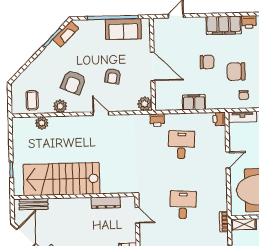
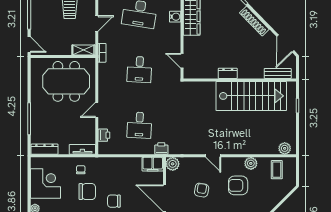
armchair: (73, 82) -> (238, 185), turned -112
filing cabinet: (194, 102) -> (153, 164), moved
printer: (219, 119) -> (104, 135), moved
plant: (42, 123) -> (285, 148), moved
dresser: (106, 202) -> (228, 73), moved, width x0.70

